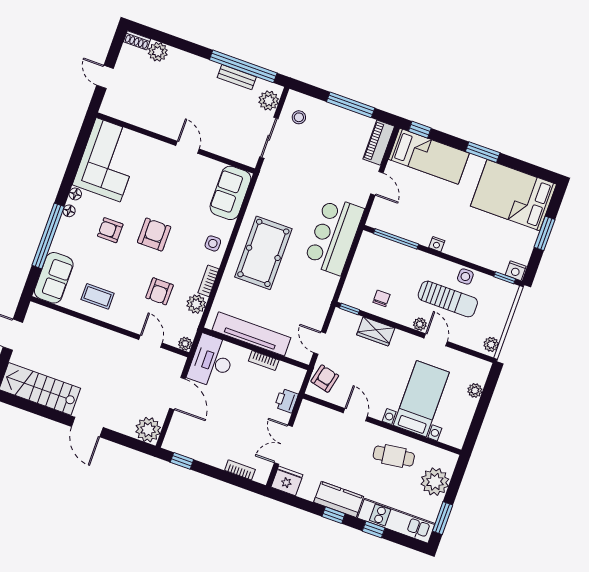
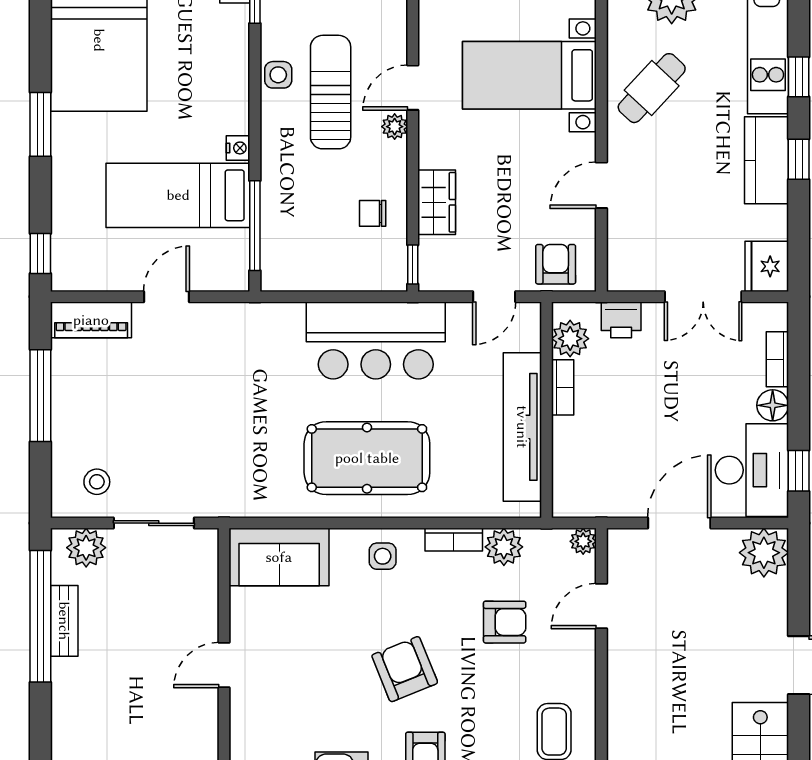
bed: (429, 156) -> (178, 195), moved, turned -90
armchair: (154, 234) -> (405, 669), turned 68
bar counter: (334, 236) -> (376, 340), moved
desk: (212, 361) -> (752, 470), moved, turned -90
plant: (286, 373) -> (570, 339), added
armchair: (325, 379) -> (556, 264), turned 77
cafe table: (394, 456) -> (652, 88), turned 51
floor lamp: (218, 460) -> (773, 405), added

